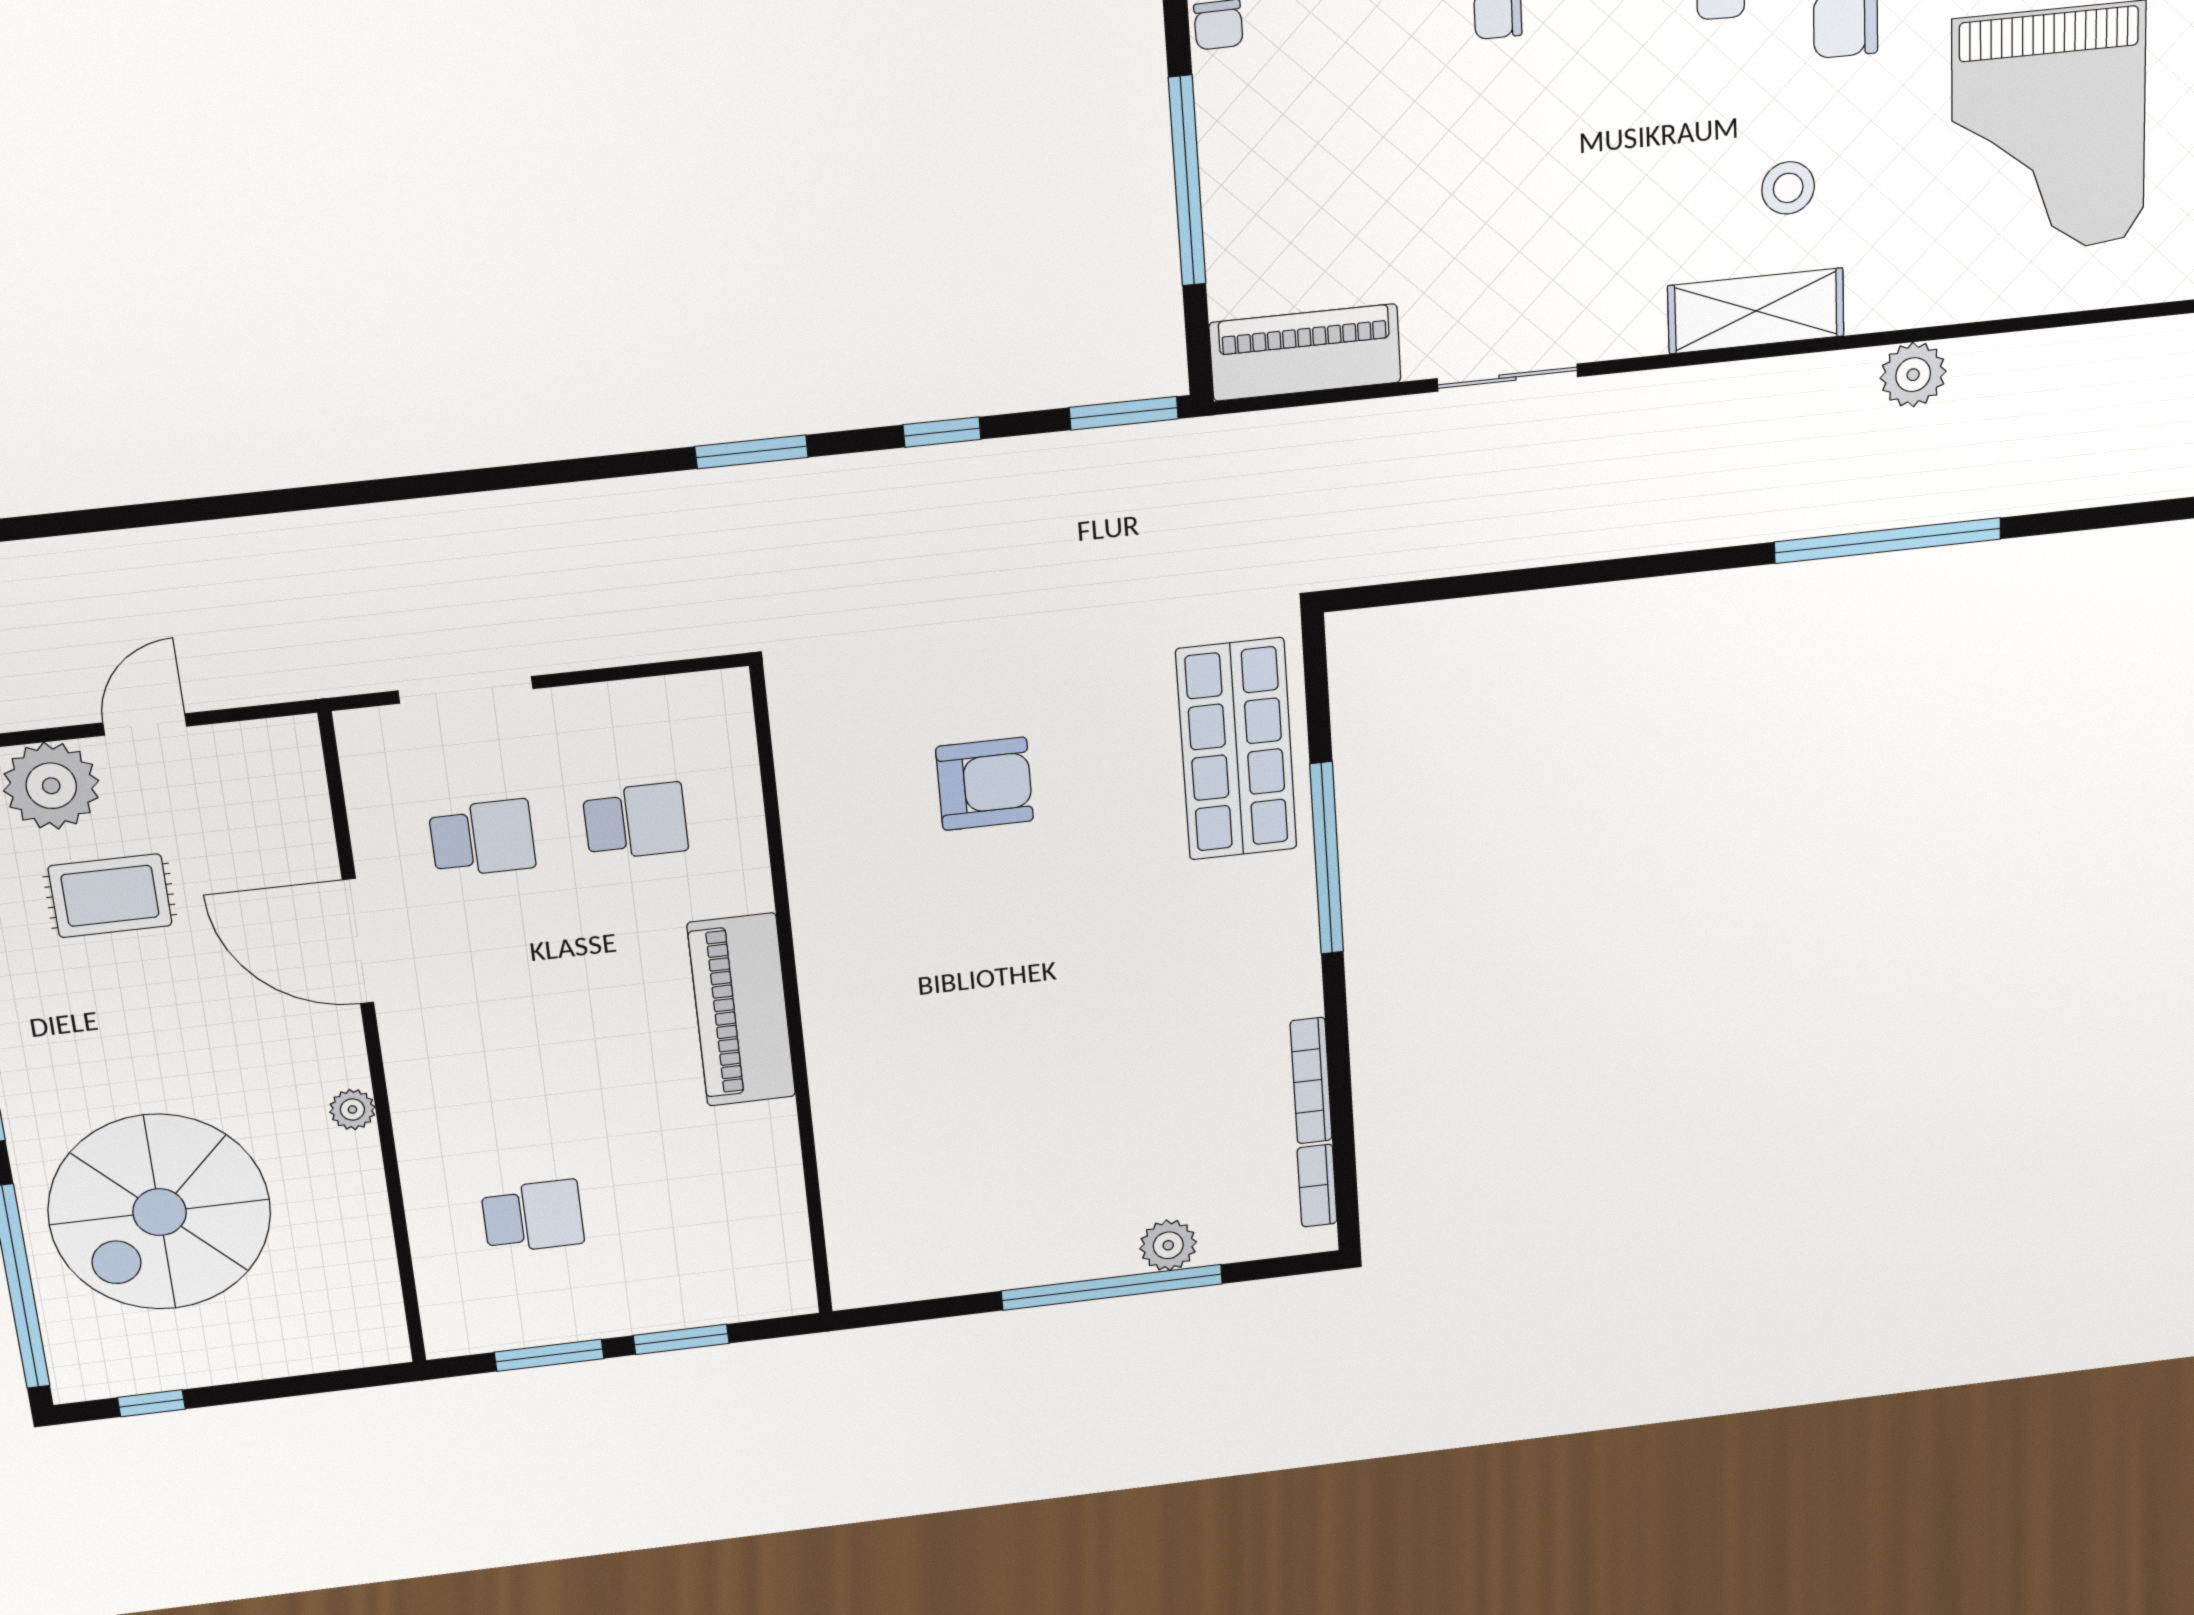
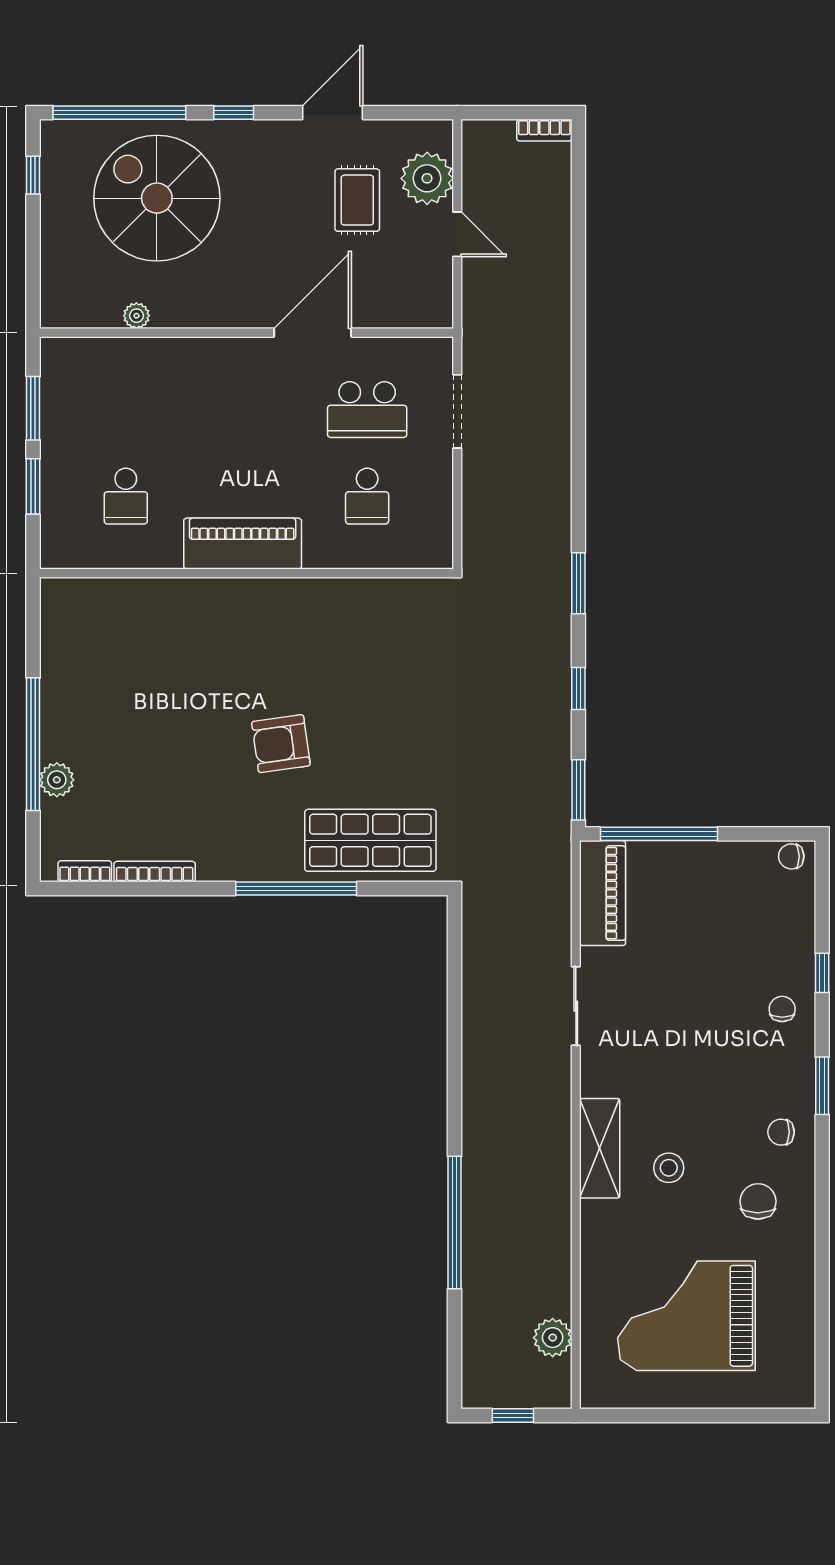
window: (1187, 181) -> (659, 834), moved
plant: (1913, 375) -> (553, 1338), moved
armchair: (985, 784) -> (281, 744), moved, turned 82
school desk: (482, 838) -> (367, 410), width x1.85
plant: (352, 1110) -> (136, 316), moved
school desk: (533, 1216) -> (126, 496), moved

